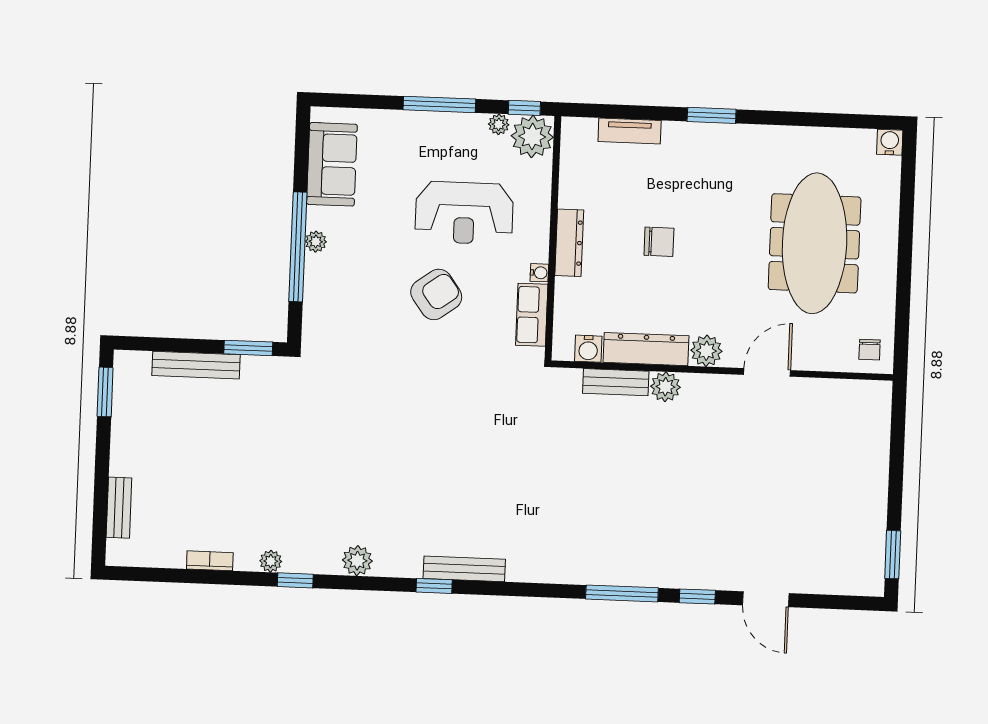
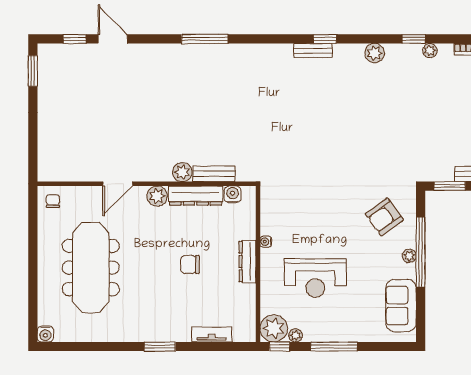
reception desk: (464, 213) -> (315, 278), turned 180
armchair: (436, 294) -> (384, 217), moved
row of seats: (532, 315) -> (270, 215), removed
bench: (464, 569) -> (313, 51), width x0.73
window: (697, 597) -> (75, 39), moved

